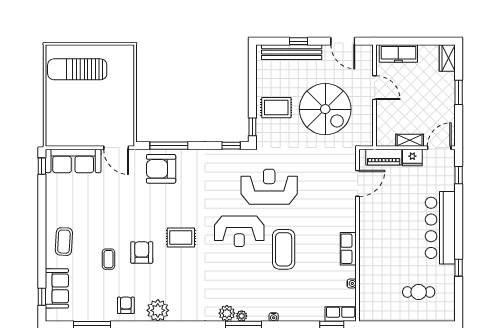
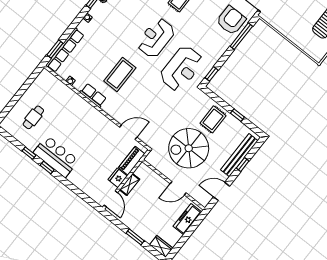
window: (252, 127) -> (237, 115), moved
window: (459, 175) -> (47, 167), moved
door: (358, 183) -> (128, 132), swing flipped
reception desk: (269, 187) -> (181, 68), moved
bar counter: (440, 228) -> (56, 156), width x0.73
coffee table: (284, 249) -> (120, 74), moved, turned 90
row of seats: (341, 314) -> (65, 50), width x2.02

